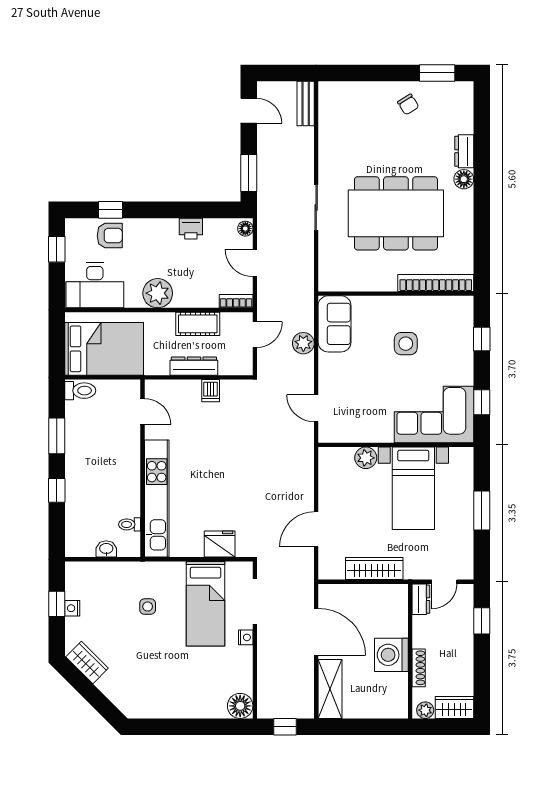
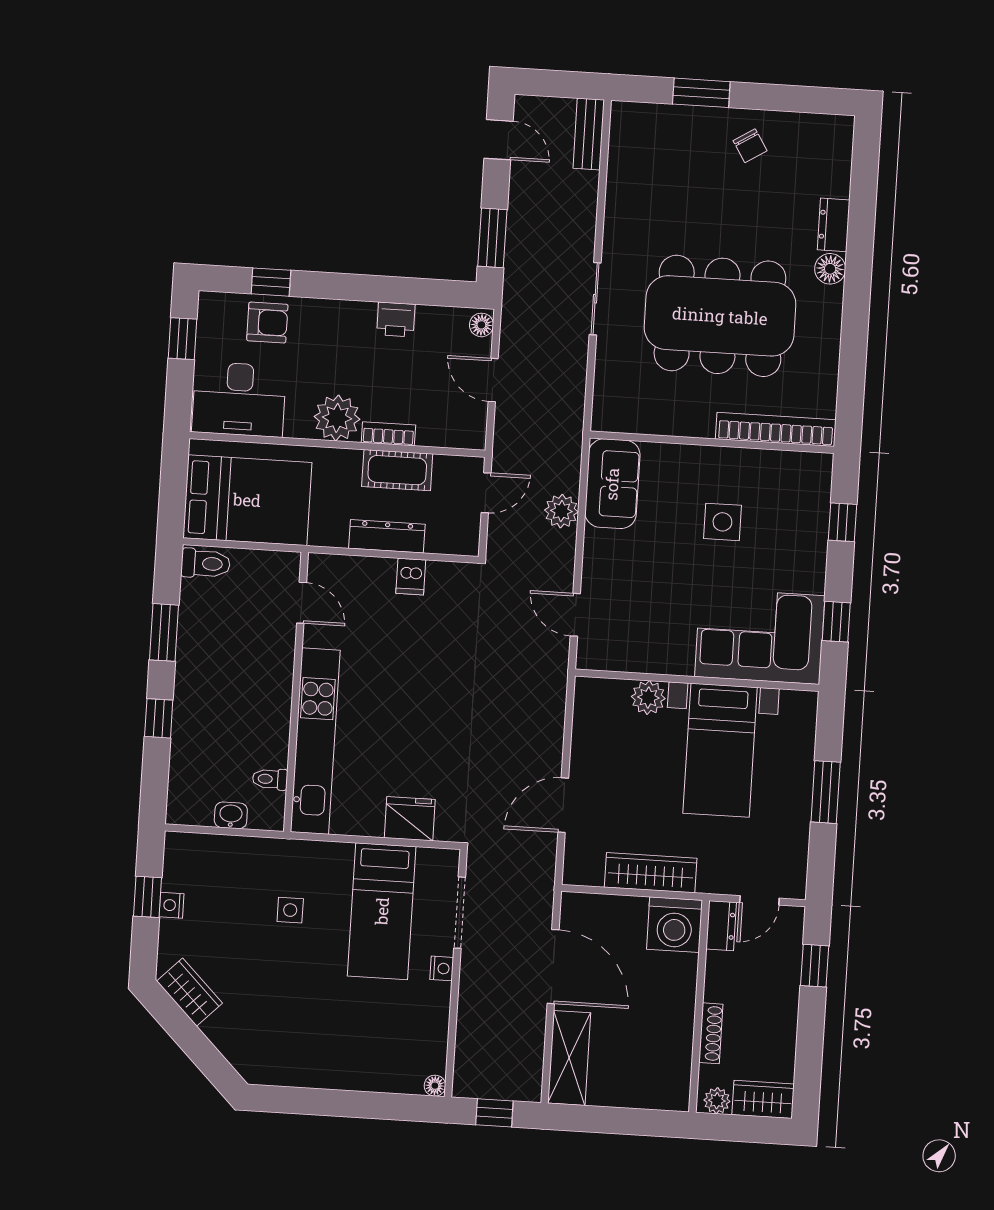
window: (437, 73) -> (701, 93), moved
bookcase: (236, 301) -> (388, 434), moved
washing machine: (391, 655) -> (675, 925), moved, turned -90
floor lamp: (240, 706) -> (435, 1086), width x0.53, depth x0.53

